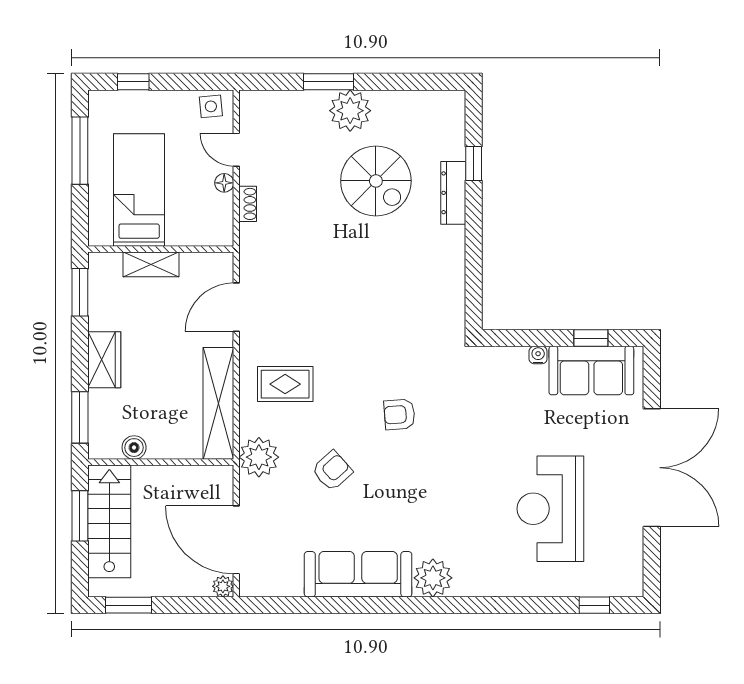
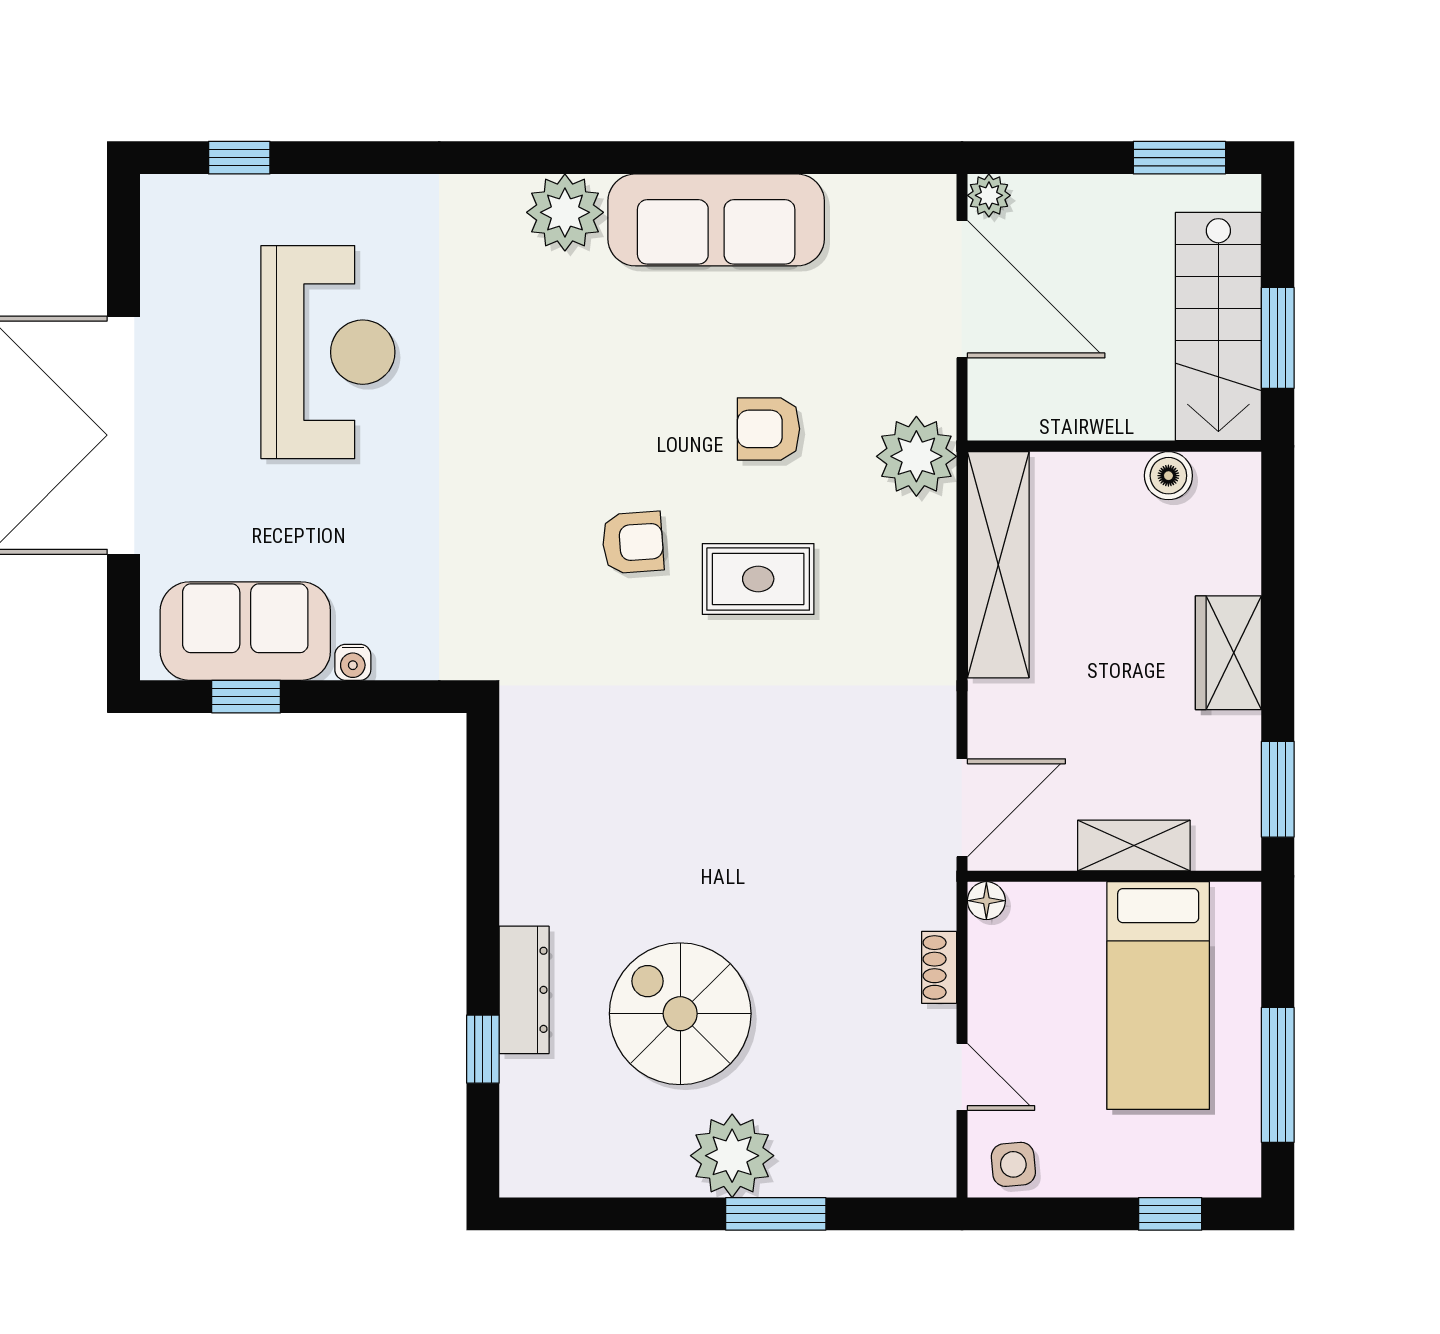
floor lamp: (224, 183) -> (986, 901), moved
door: (236, 307) -> (962, 808), moved
rug: (285, 384) -> (758, 579), moved
window: (80, 417) -> (1278, 537), removed
armchair: (332, 471) -> (768, 429), turned 42

